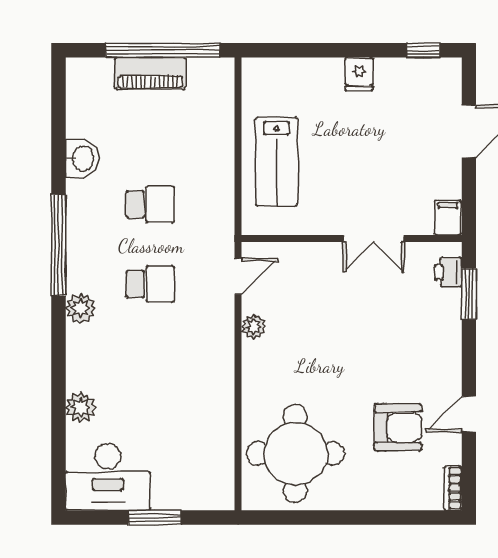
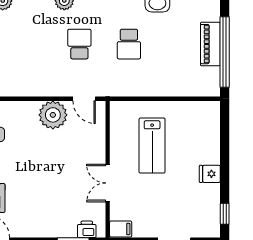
lab bench: (277, 162) -> (152, 146), moved, turned -90
school desk: (150, 284) -> (79, 44), turned 180
plant: (254, 327) -> (53, 115), width x1.88, depth x1.88

